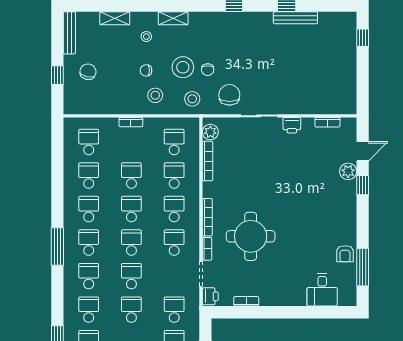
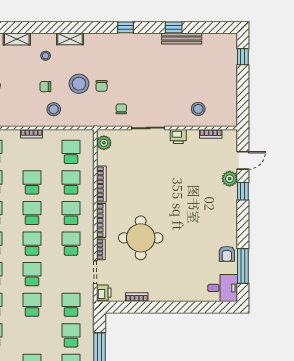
chair: (229, 95) -> (121, 109), width x0.54, depth x0.54
stool: (192, 99) -> (198, 109), moved
bookcase: (207, 161) -> (101, 184), moved
desk: (322, 290) -> (223, 288), moved, turned -90

